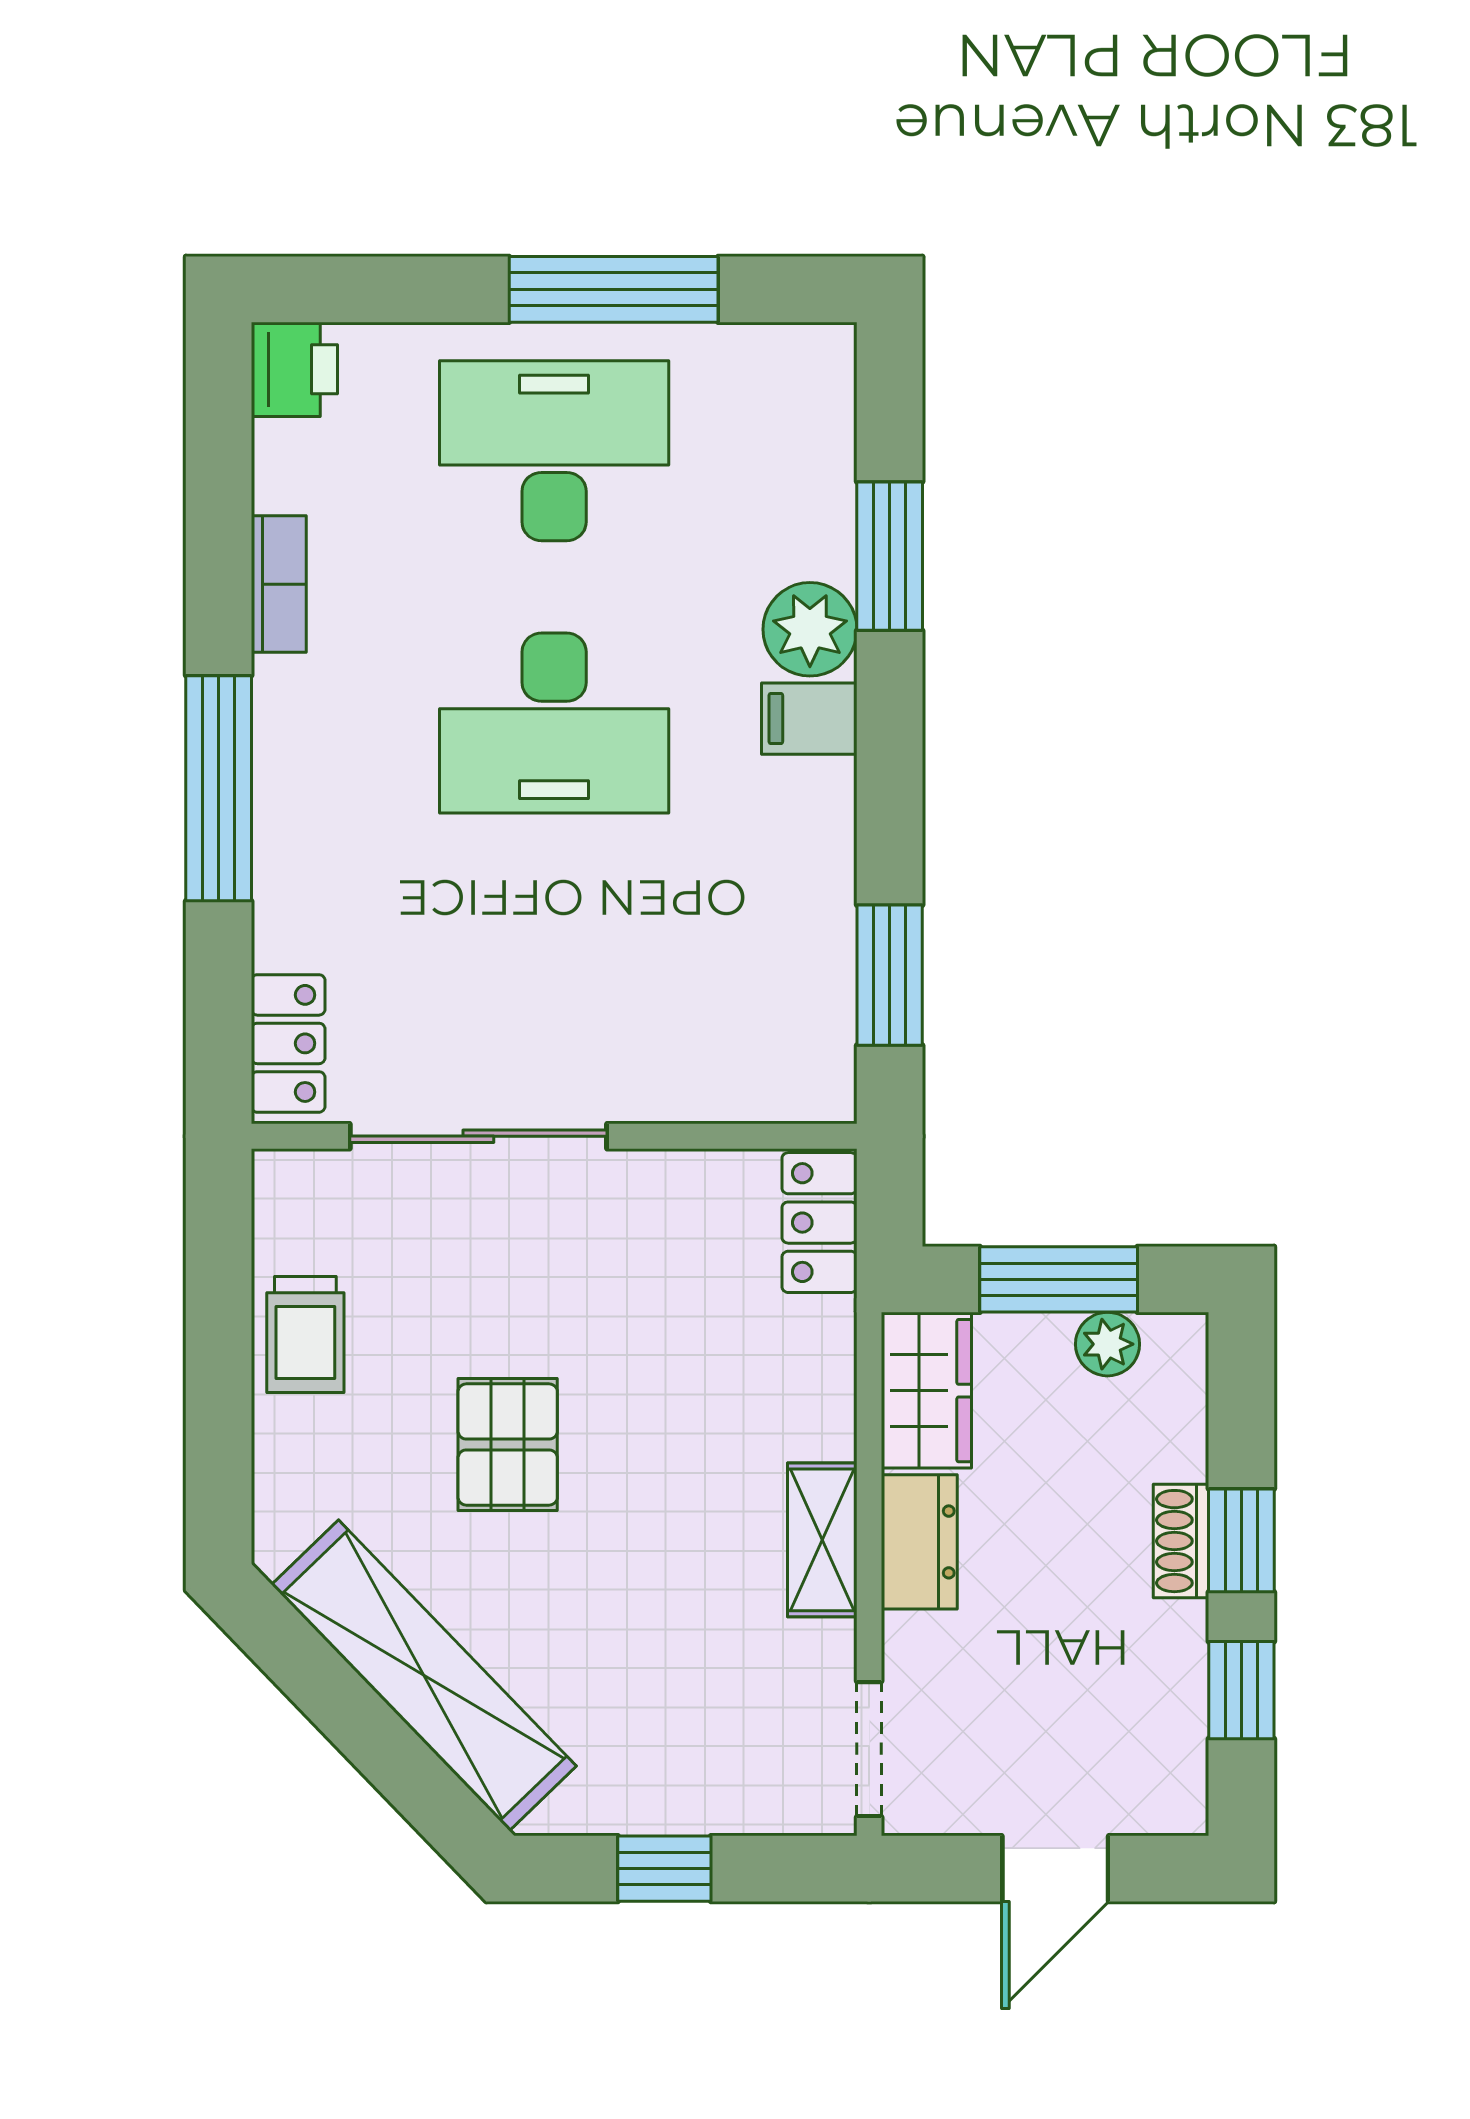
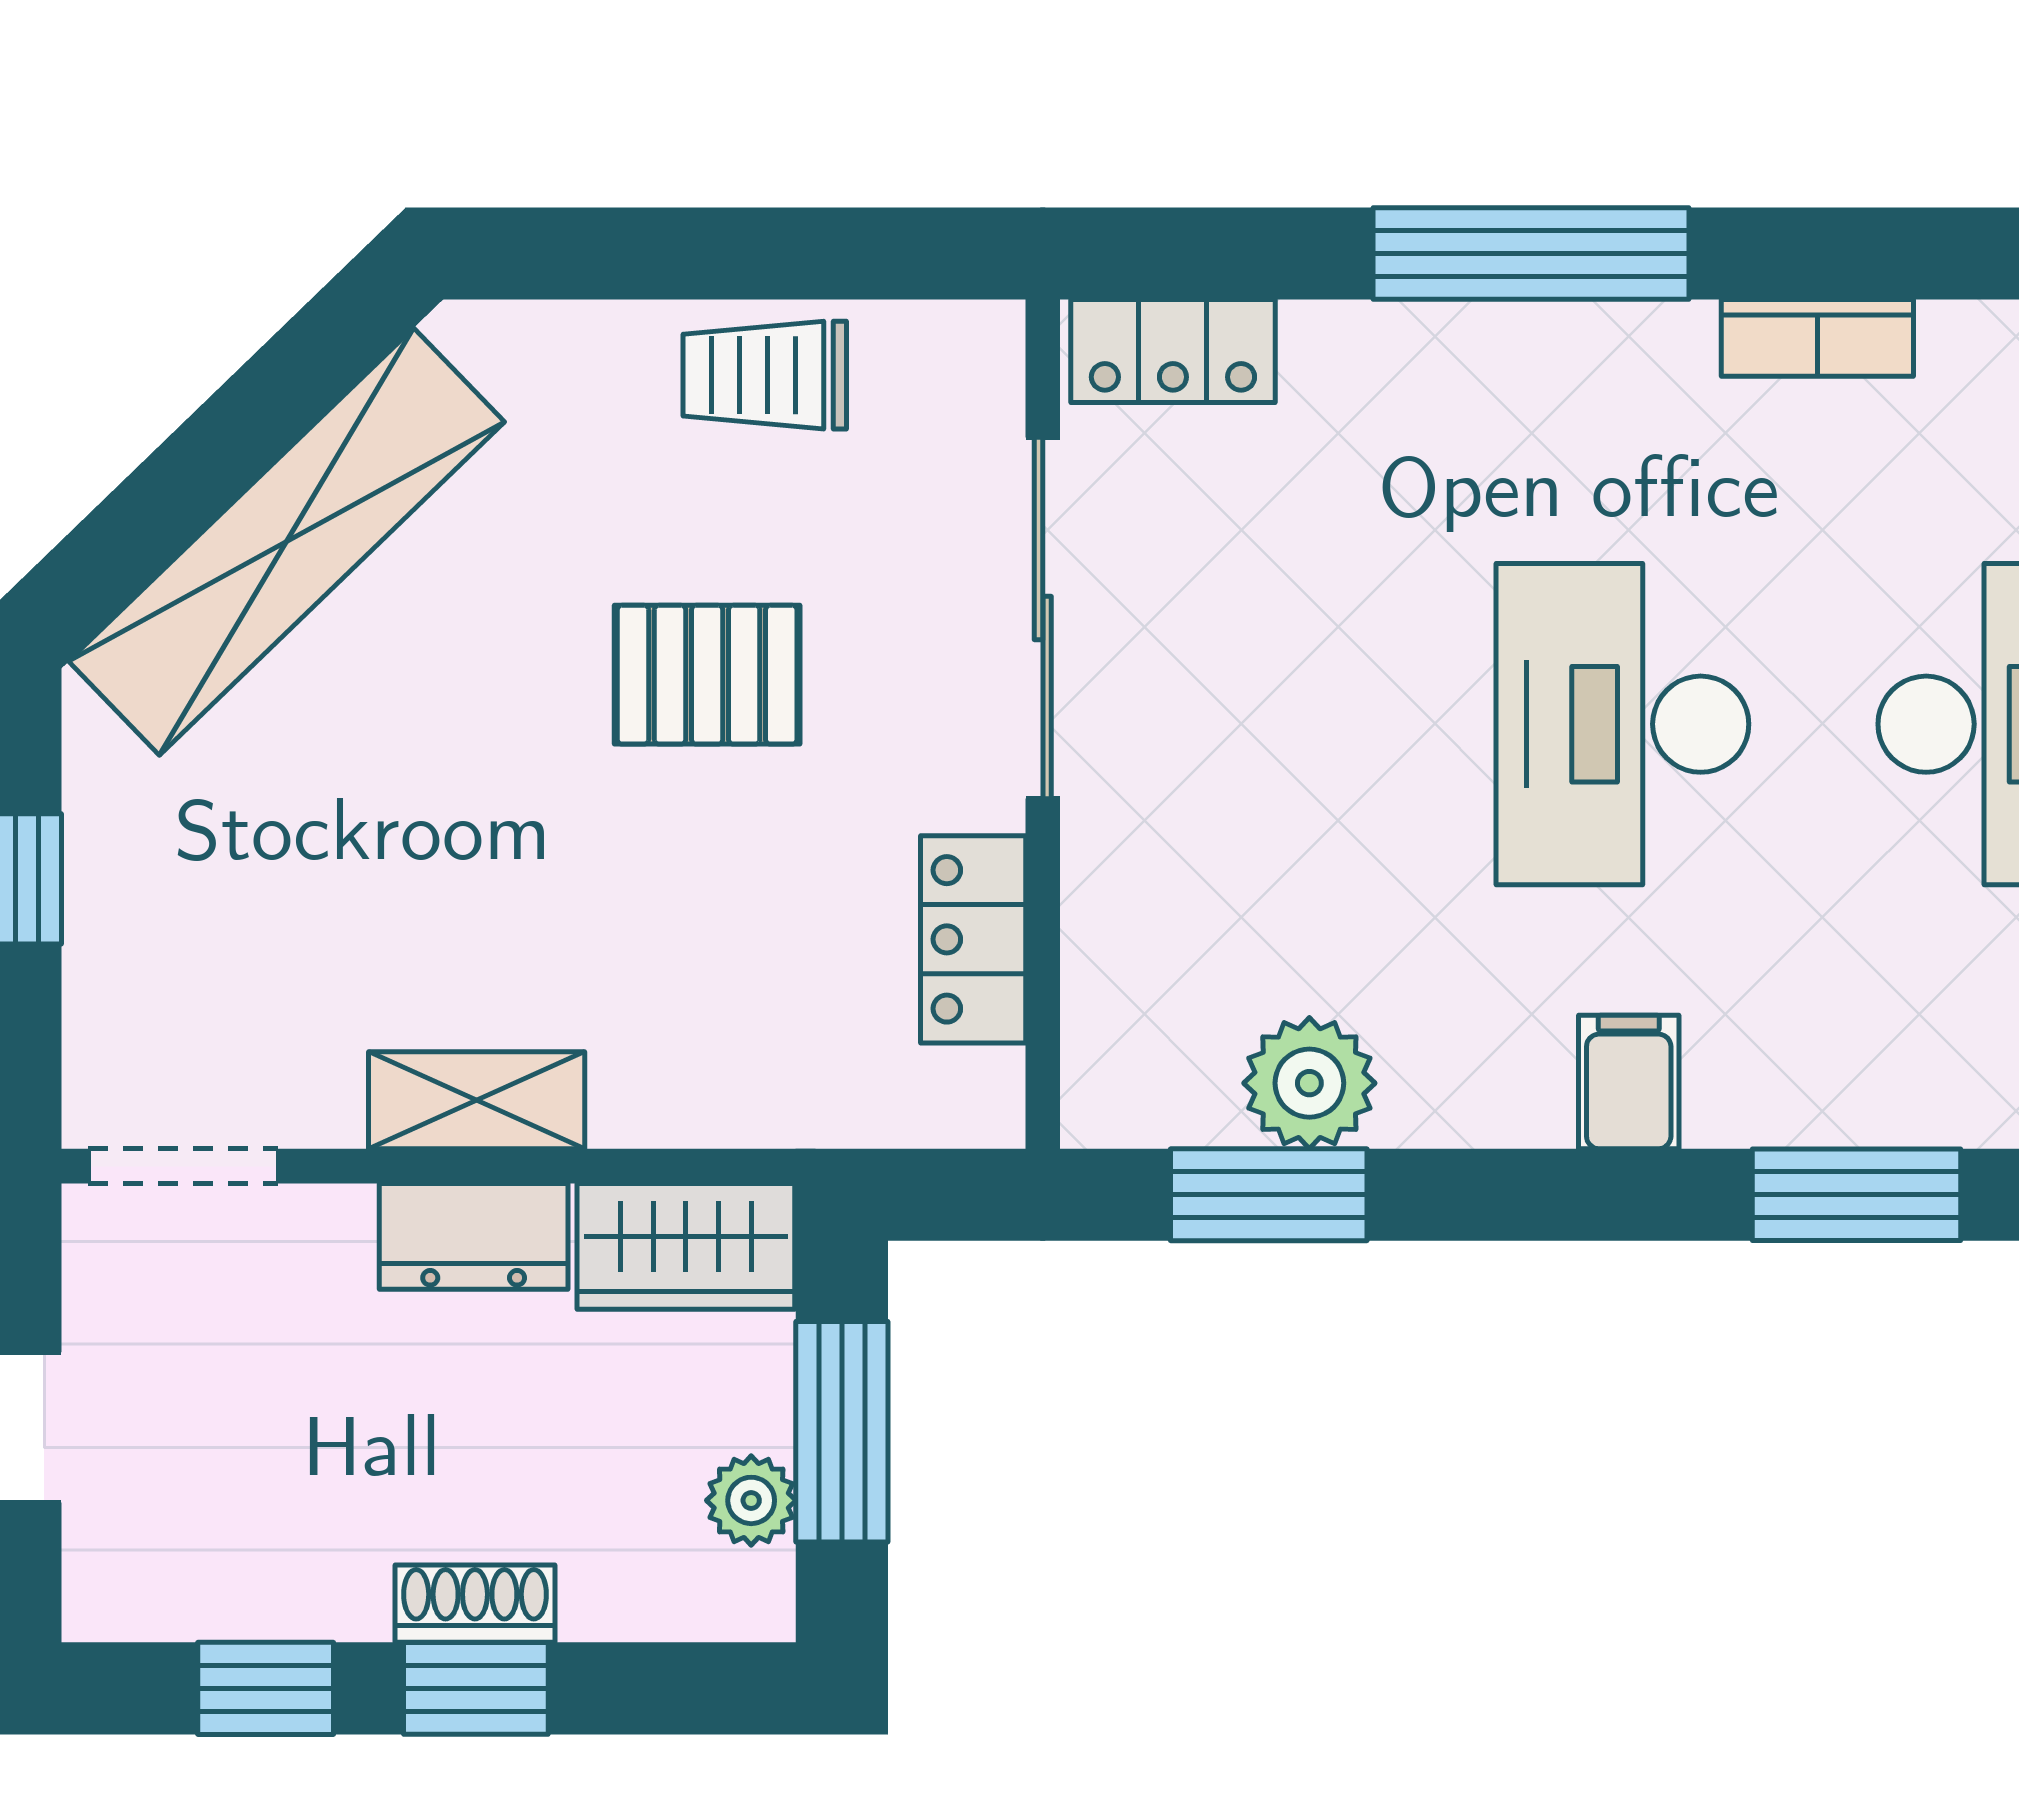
plant: (810, 629) -> (1309, 1083), moved
locker: (819, 1223) -> (973, 939), moved, turned -90
pallet: (508, 1444) -> (707, 675), moved

